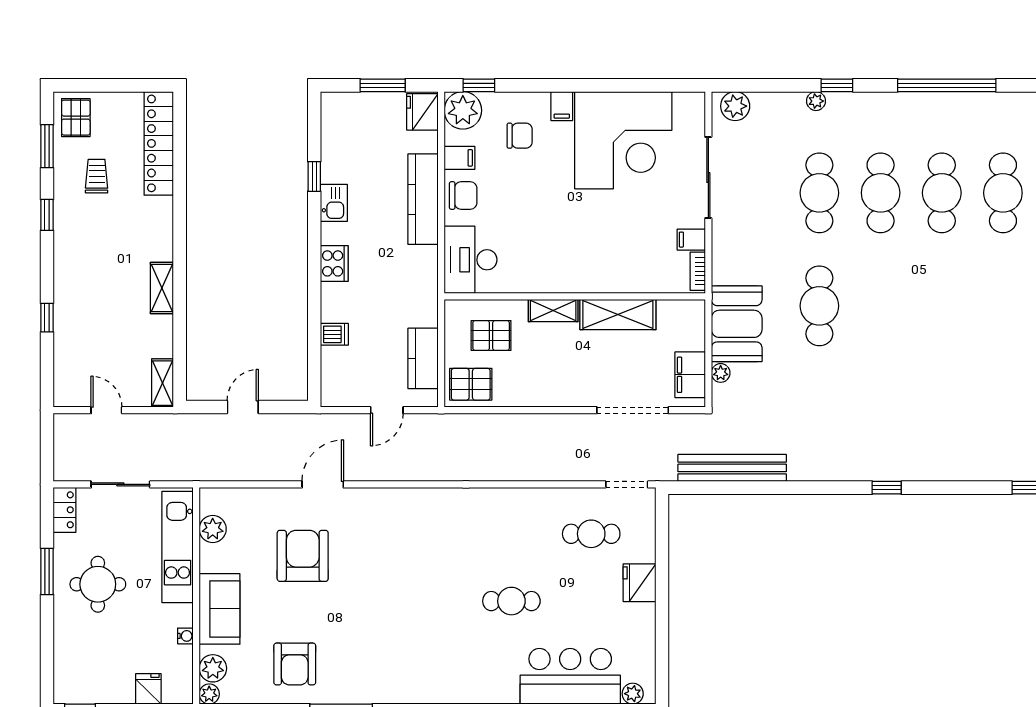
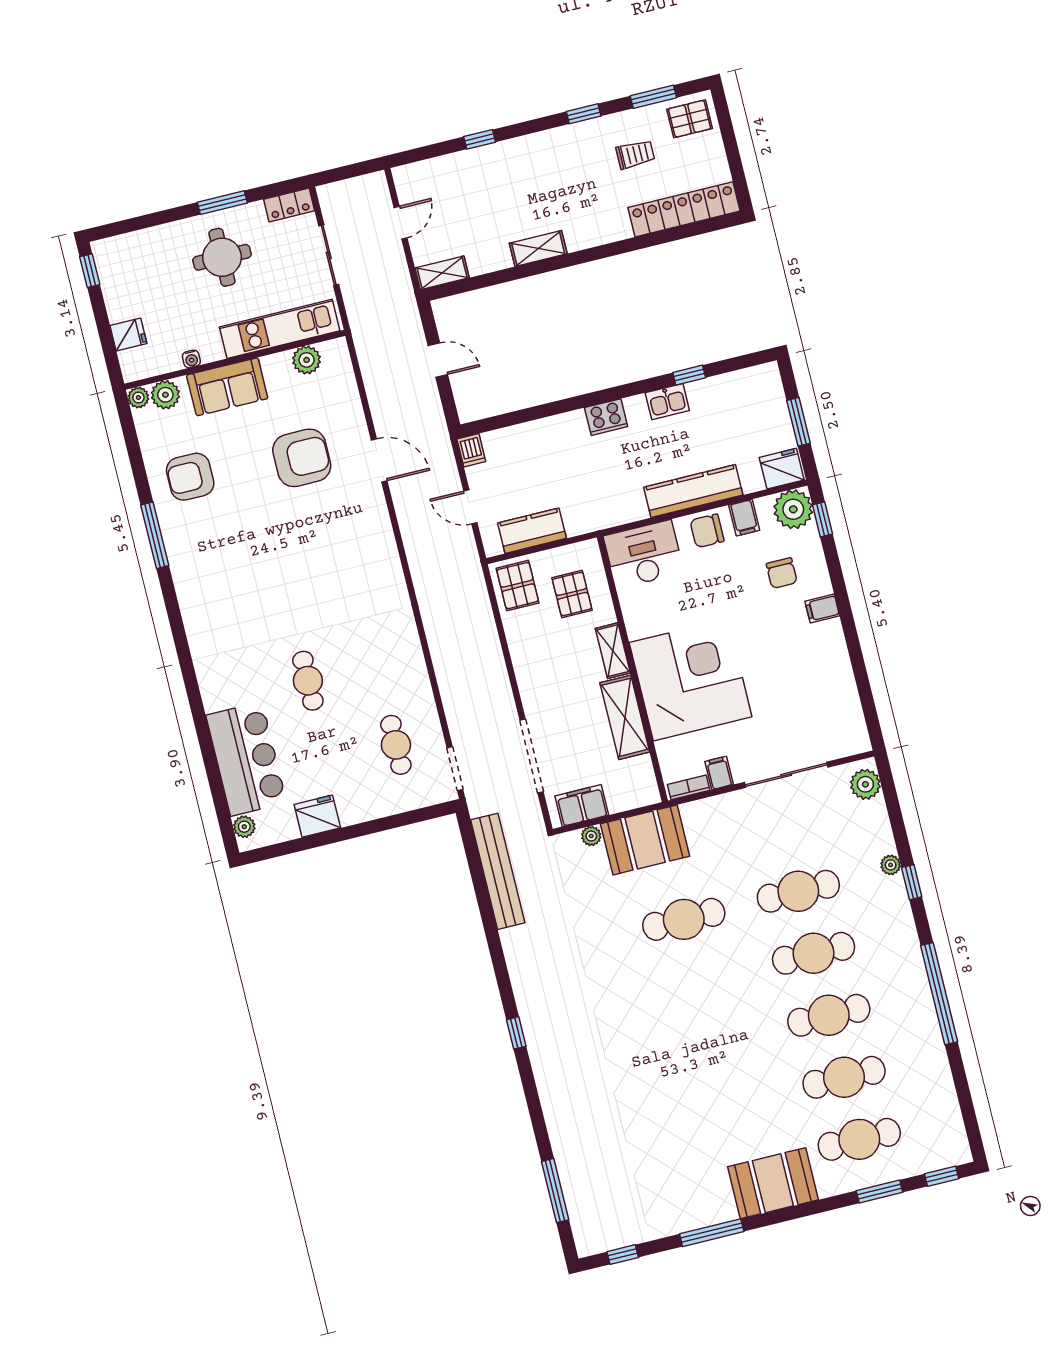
corner desk: (623, 140) -> (691, 680), moved, turned 180
chair: (463, 196) -> (707, 531), turned 90
dishwasher: (334, 334) -> (471, 450), moved
fridge: (640, 583) -> (317, 816), moved

